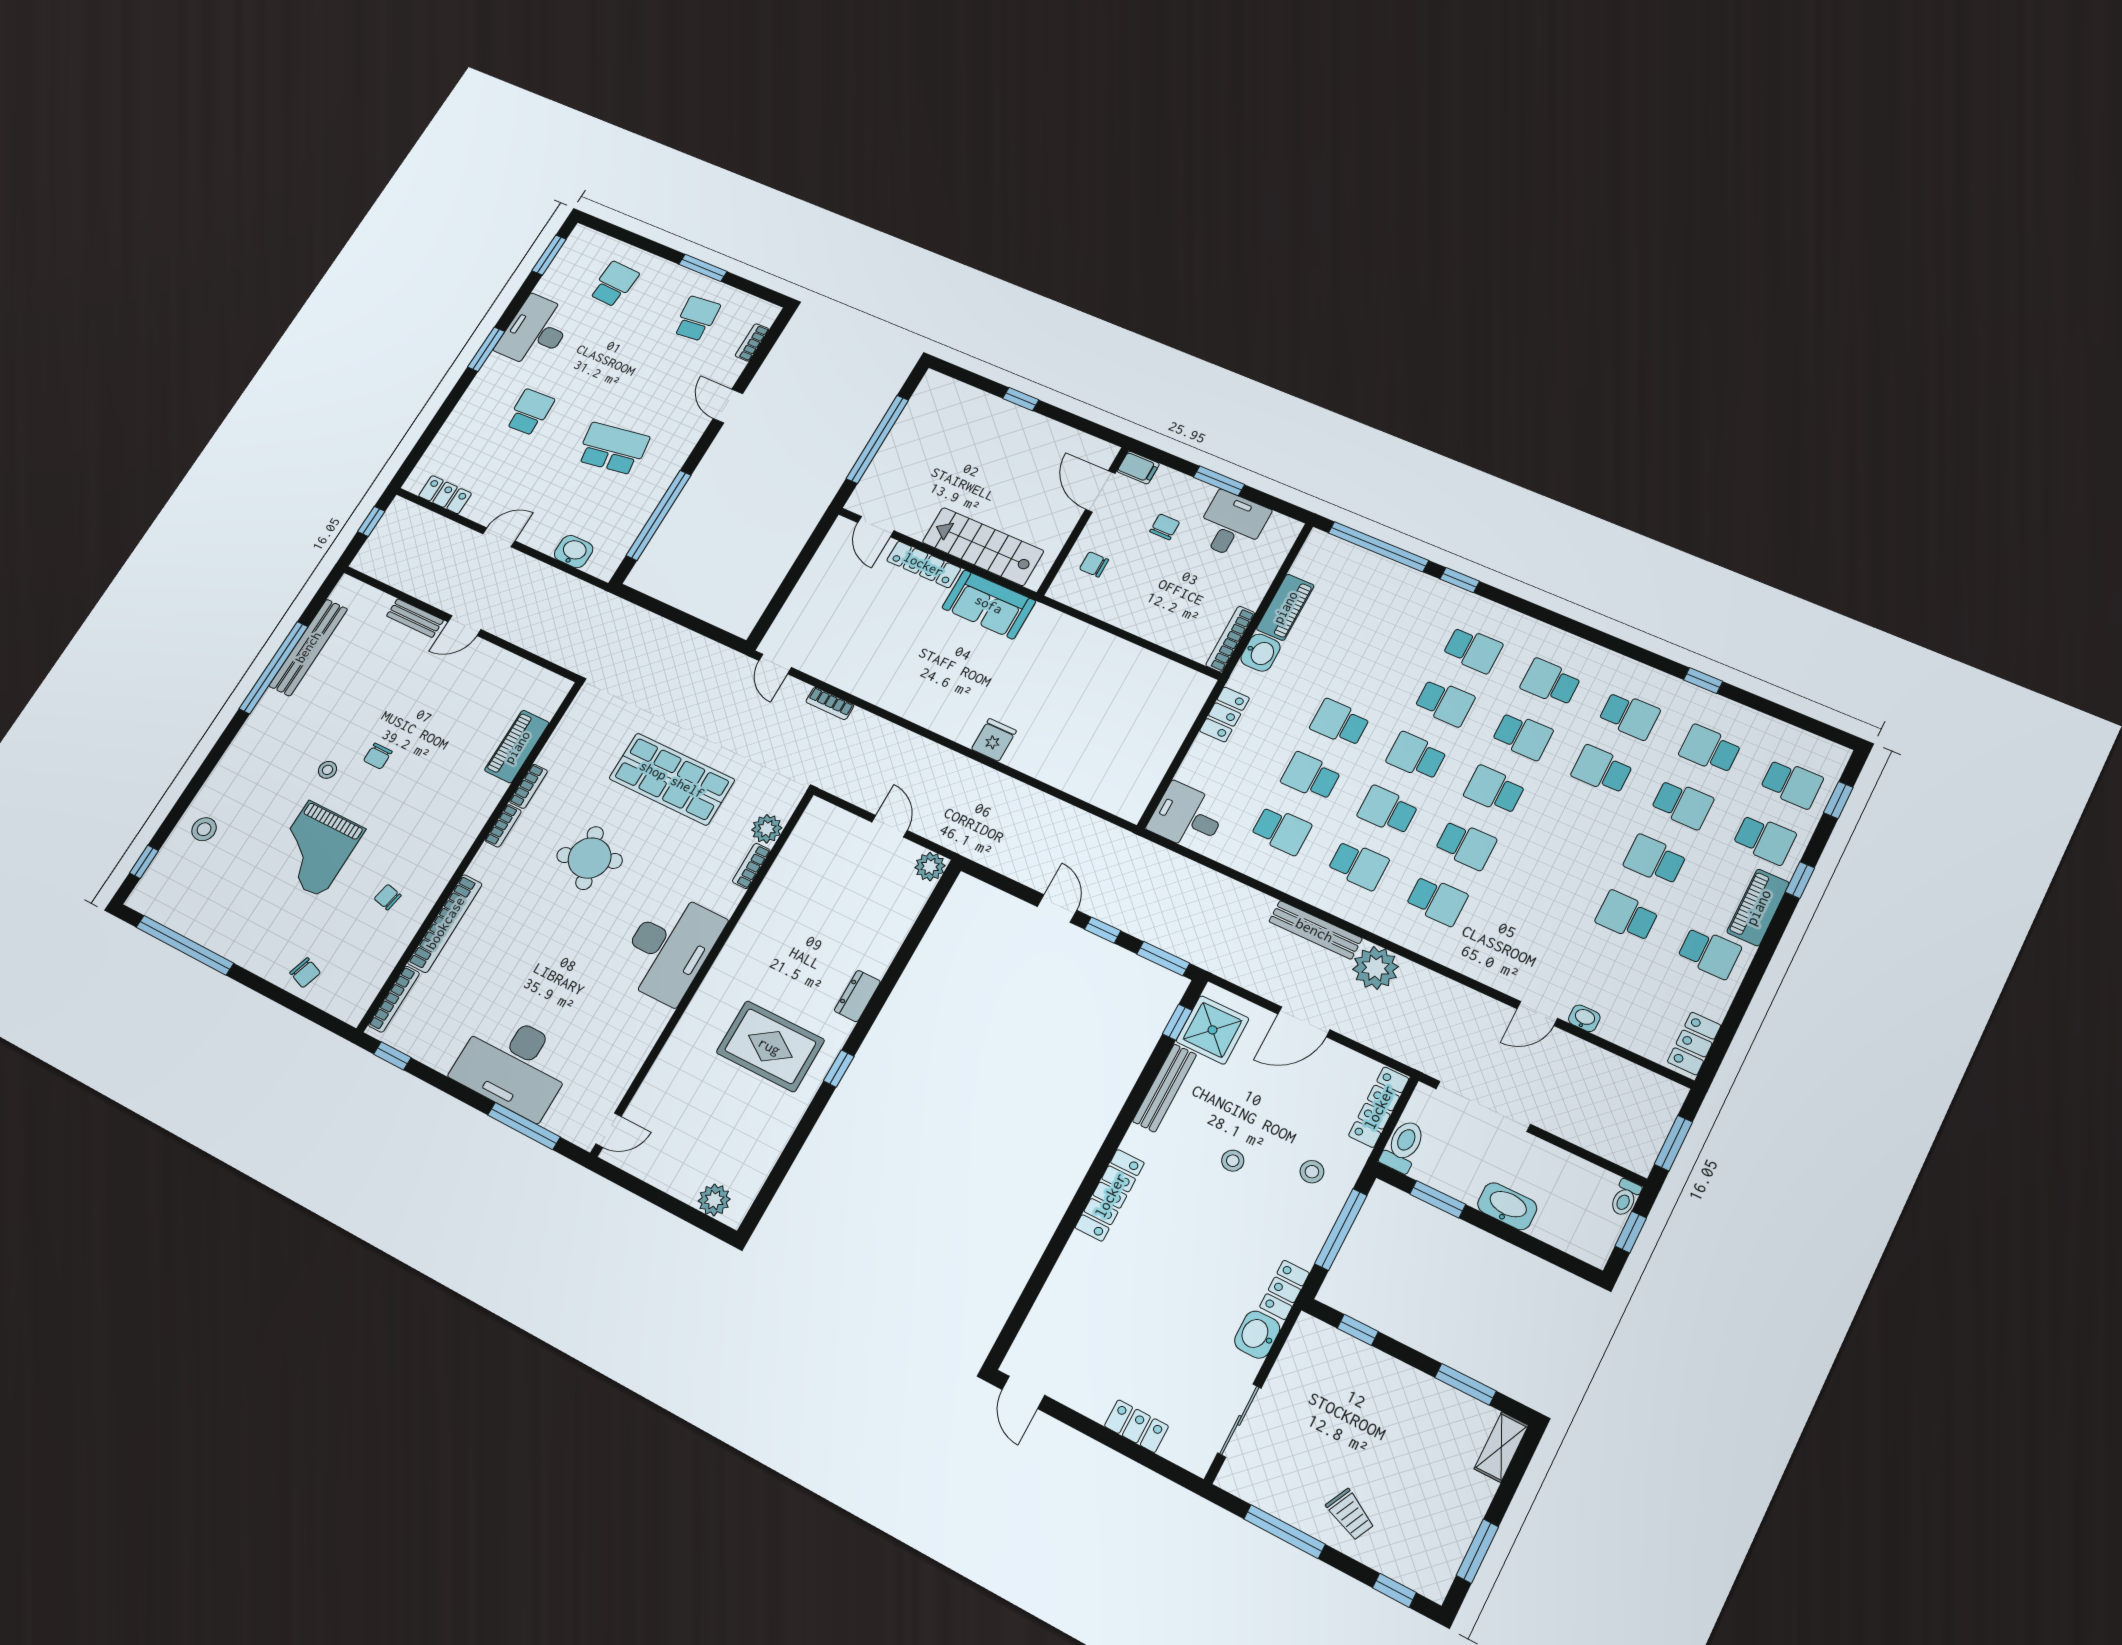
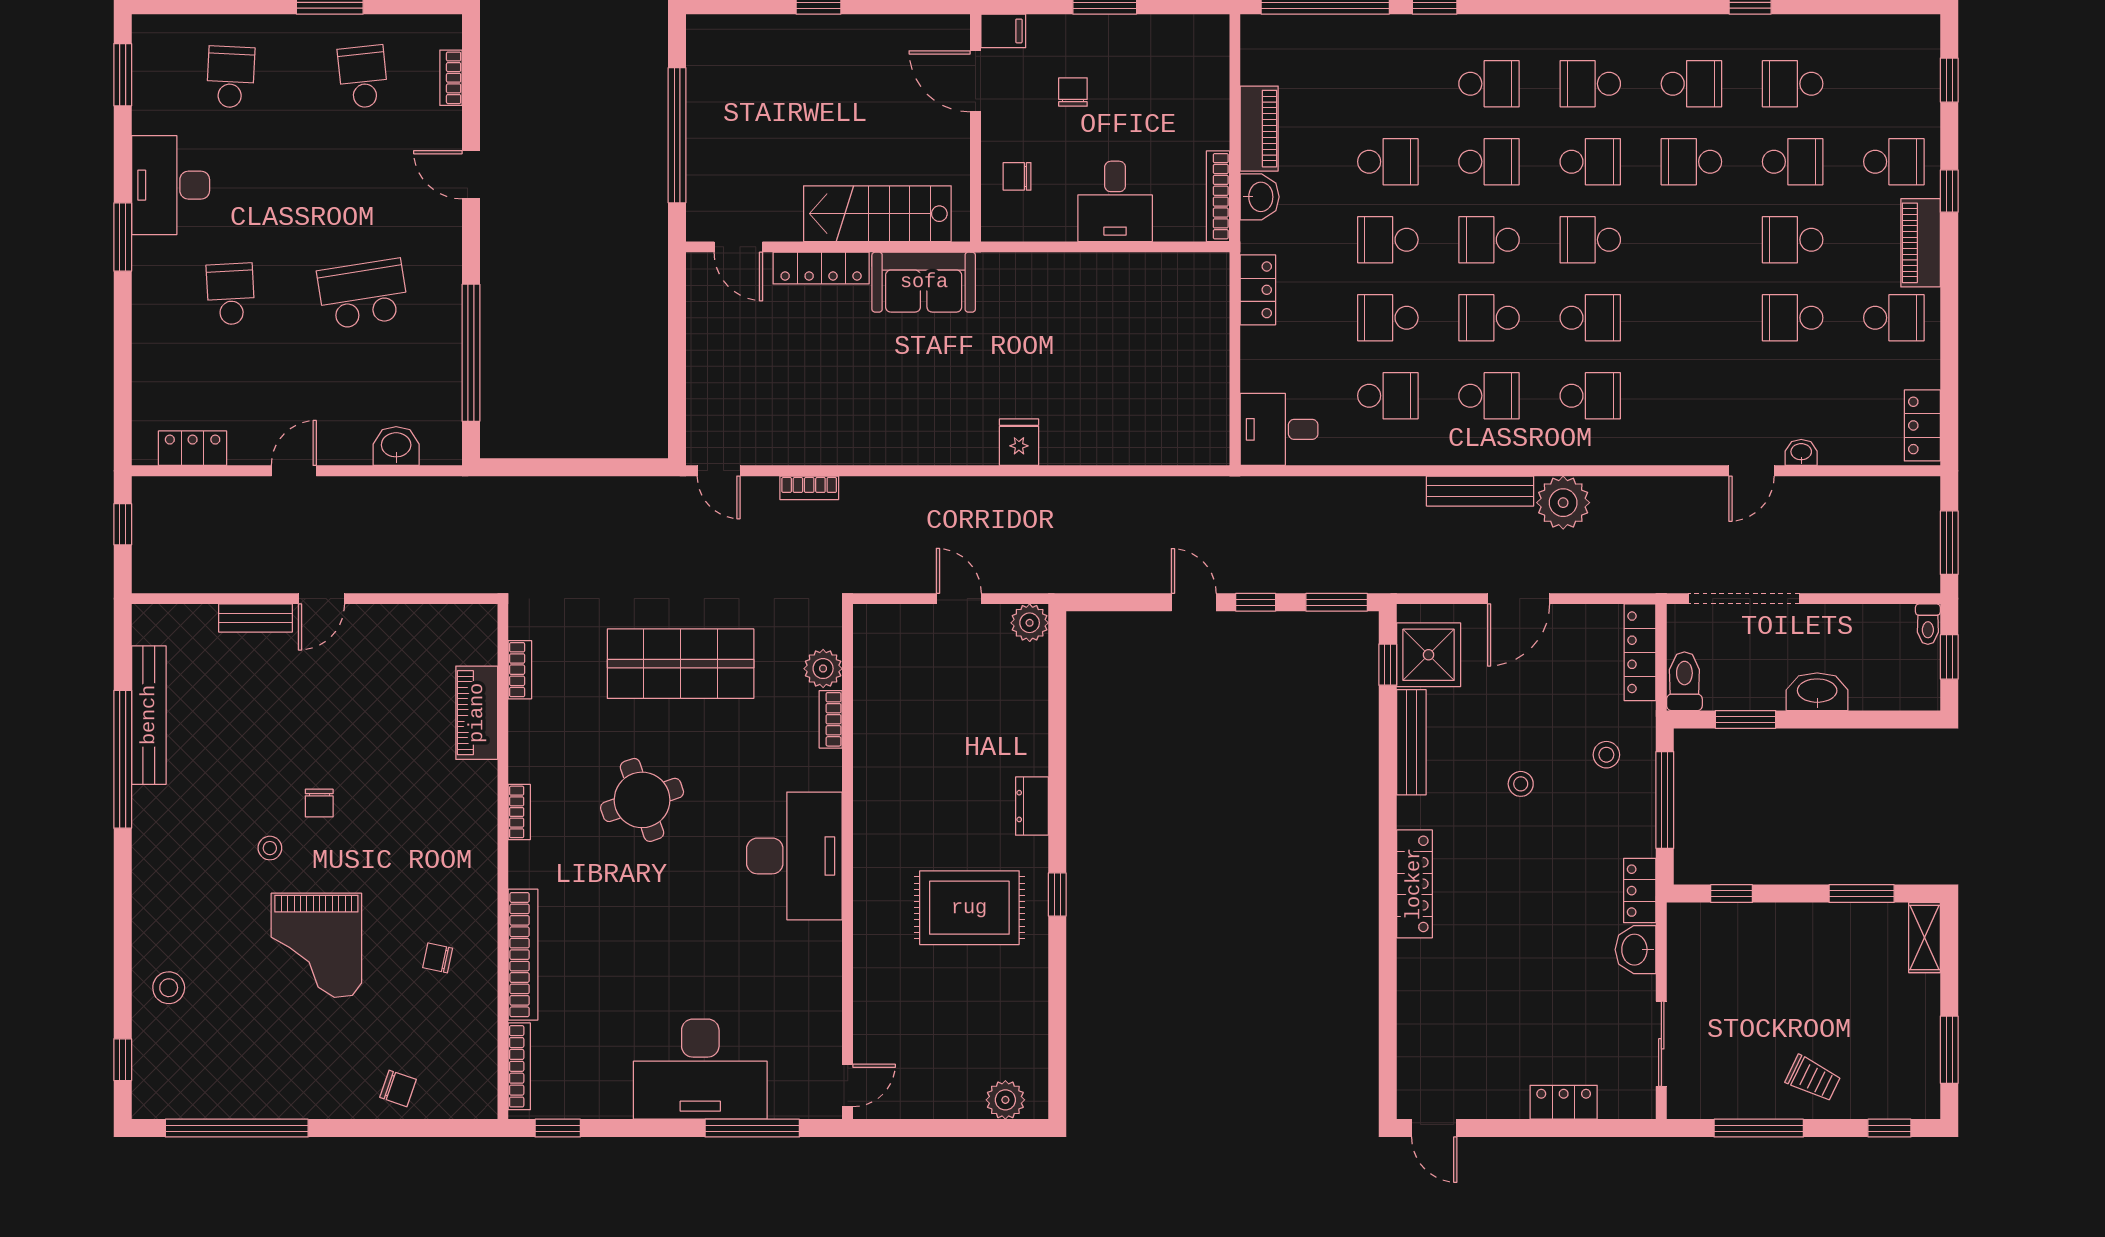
desk: (1232, 525) -> (1115, 201), moved, turned 180
school desk: (1792, 784) -> (1388, 162), moved
bookcase: (529, 786) -> (520, 670), moved

